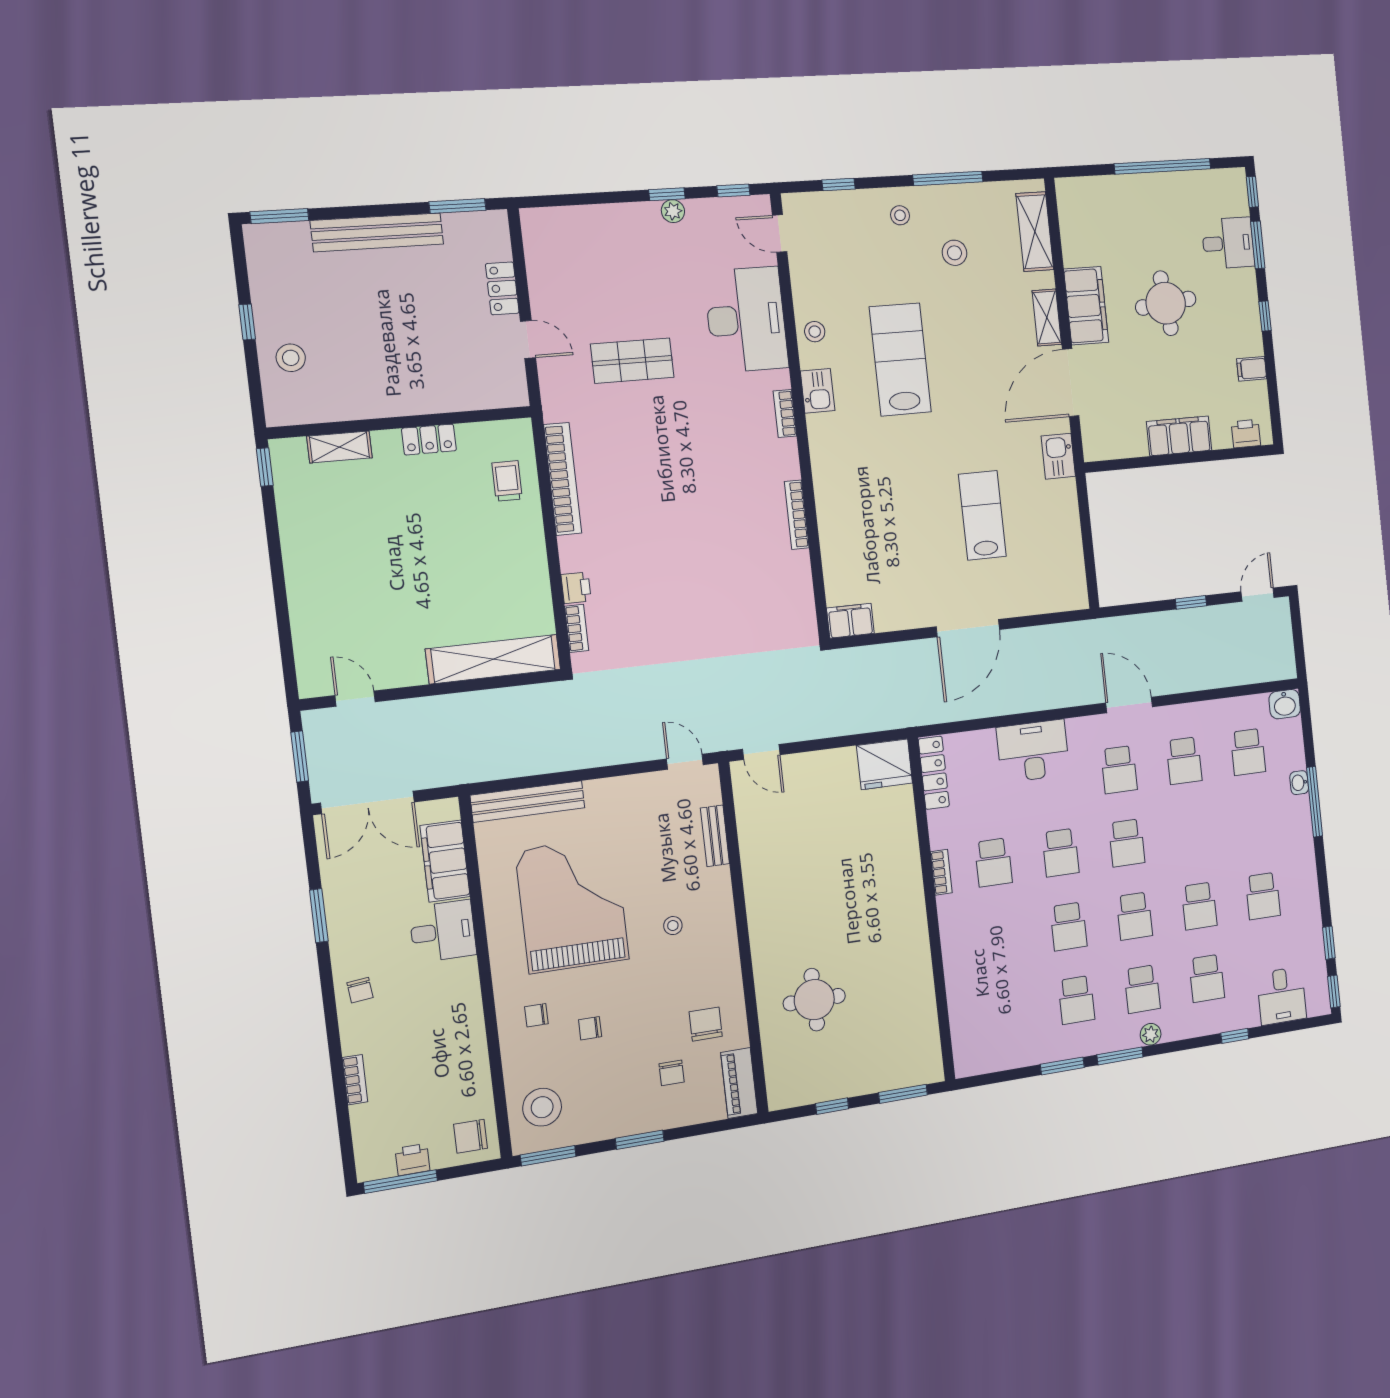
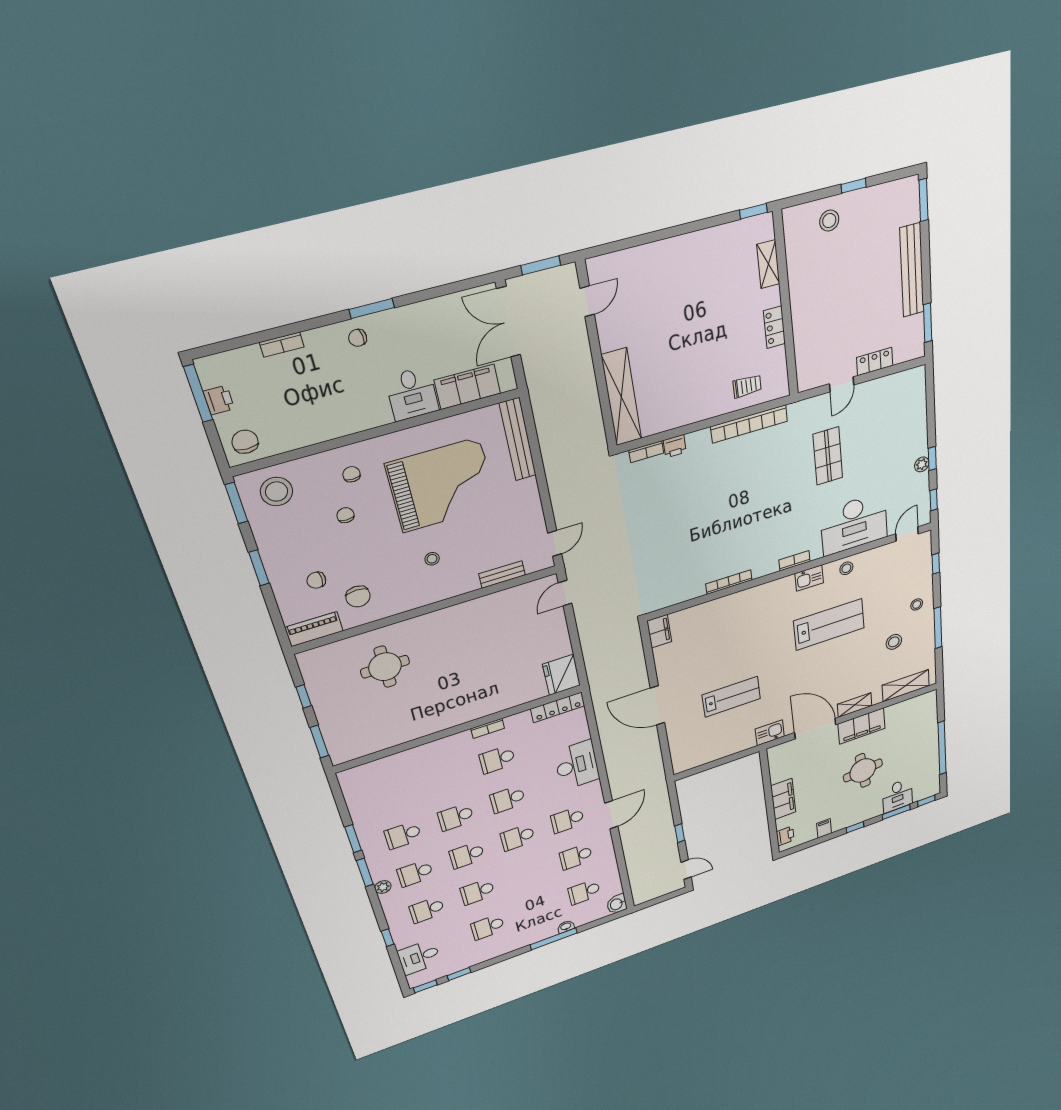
window: (319, 916) -> (372, 308), moved
chair: (706, 1024) -> (358, 597), turned 90

